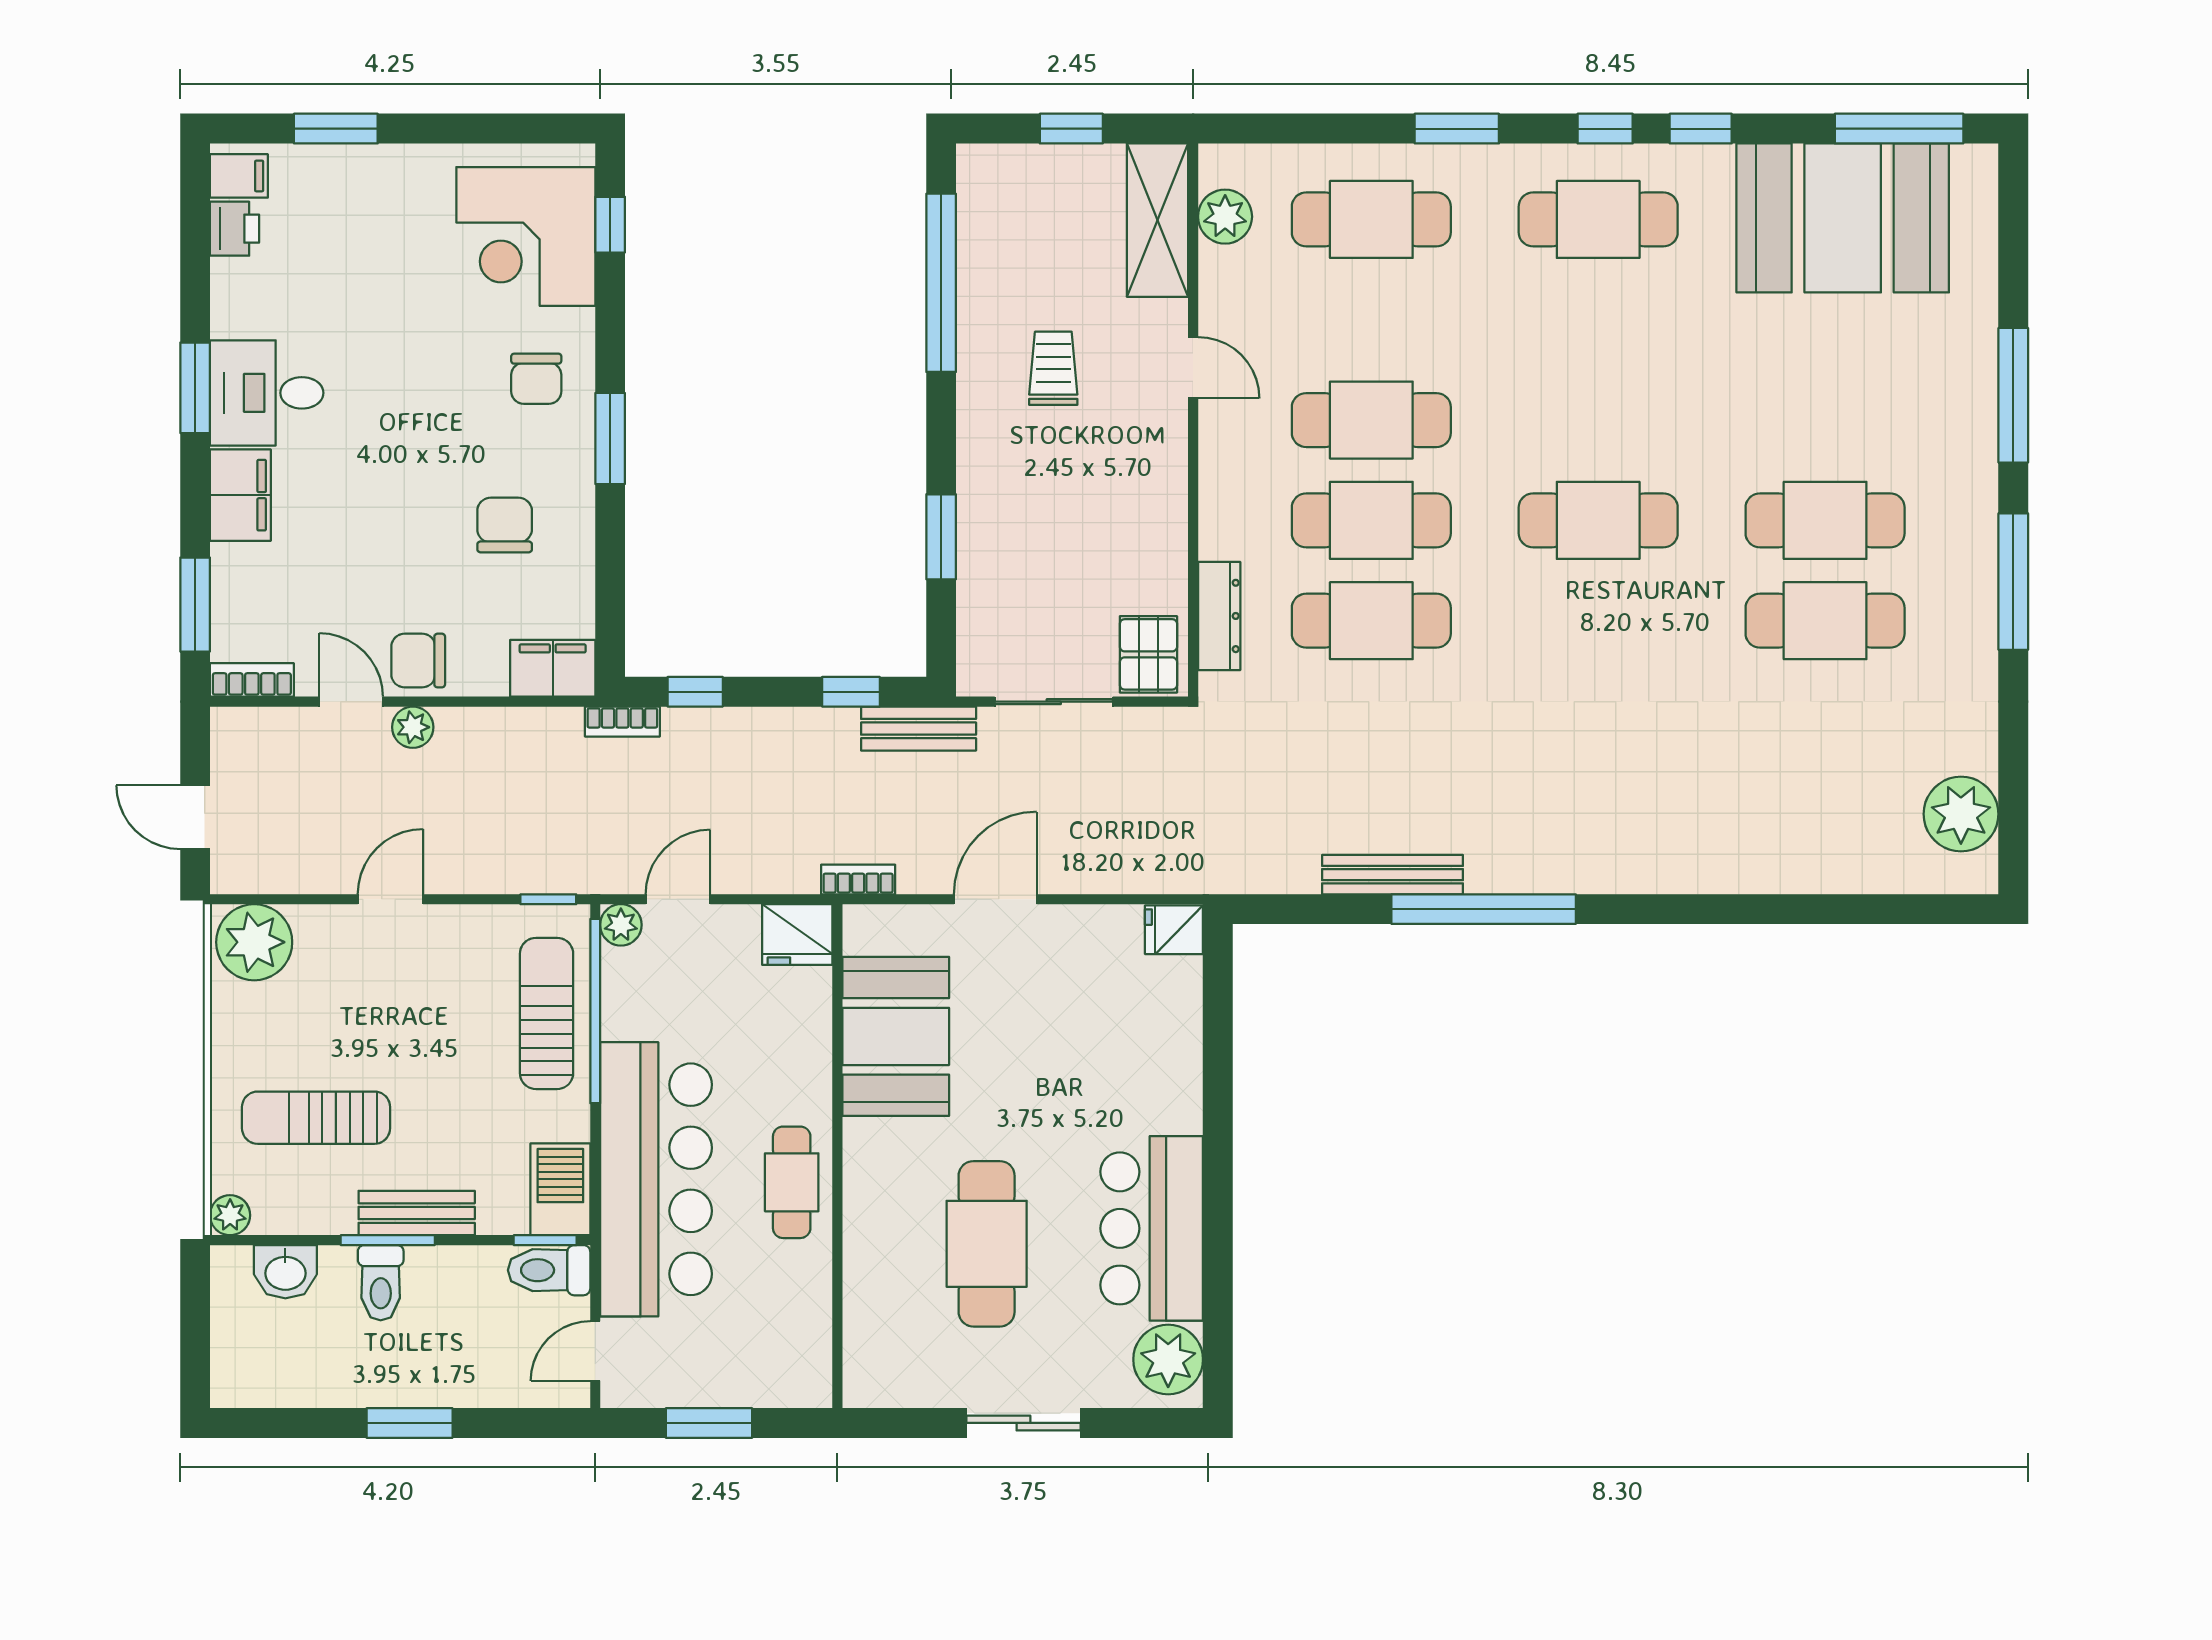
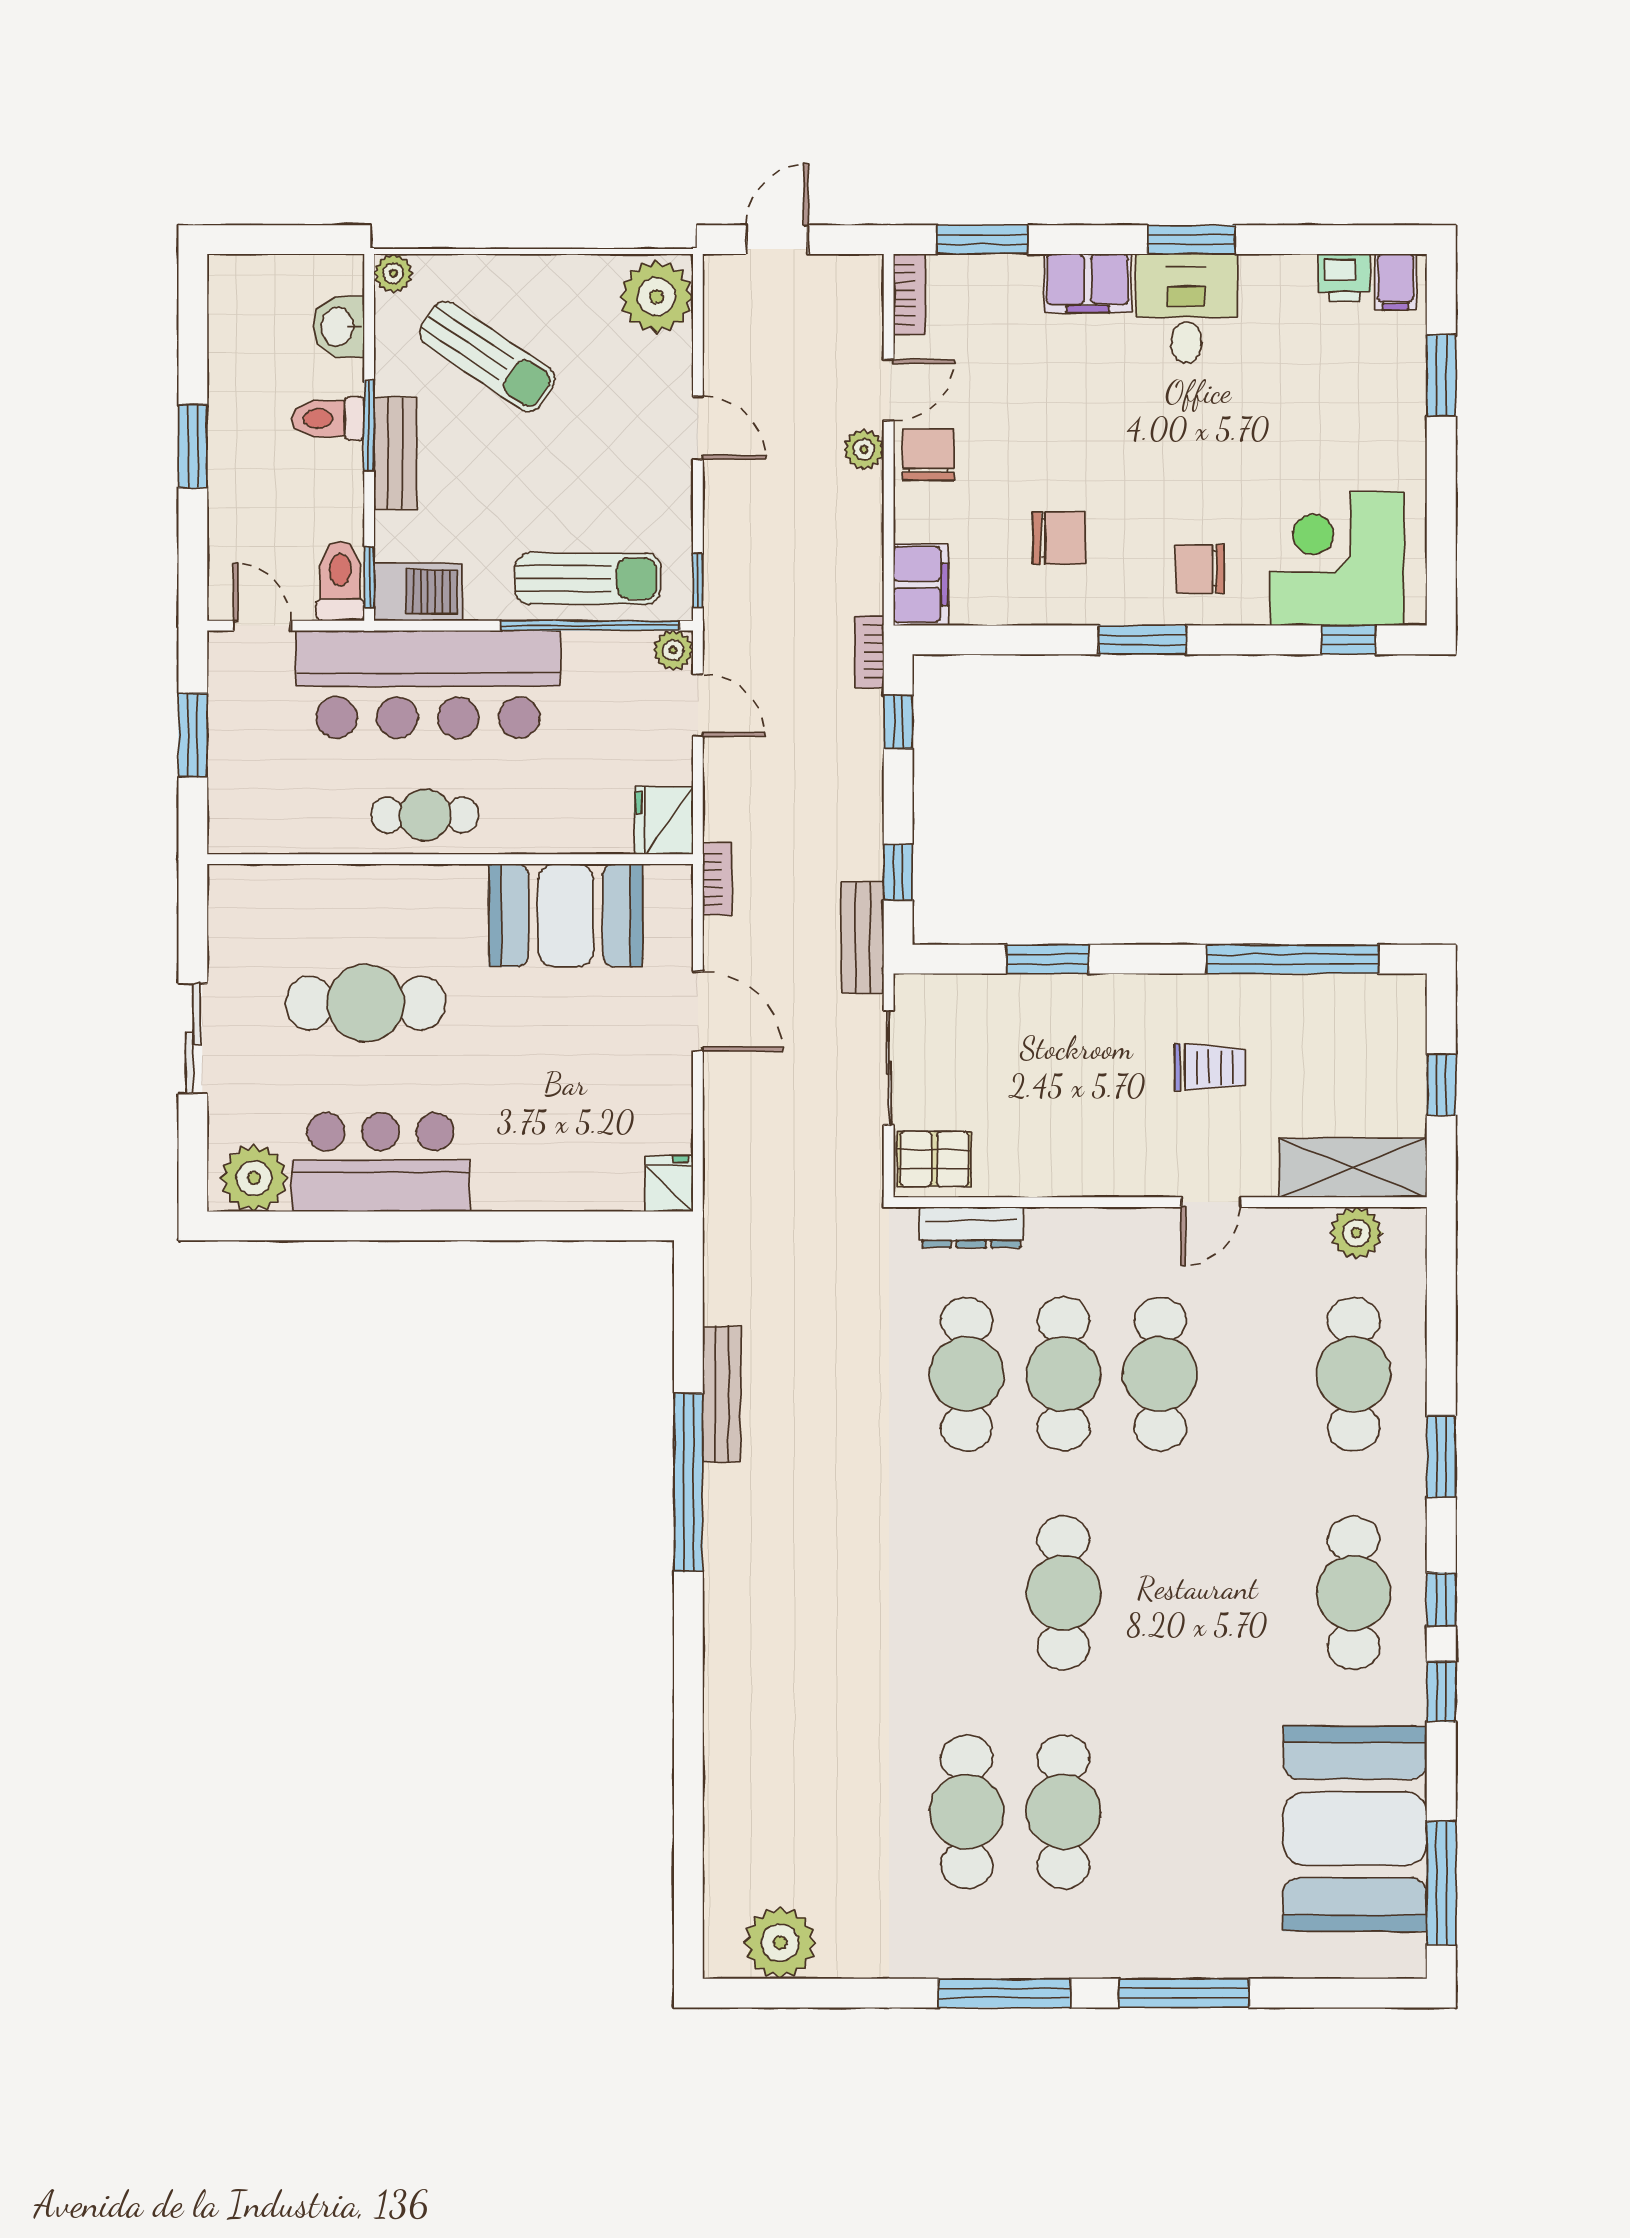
sun lounger: (316, 1118) -> (487, 356), turned 124

